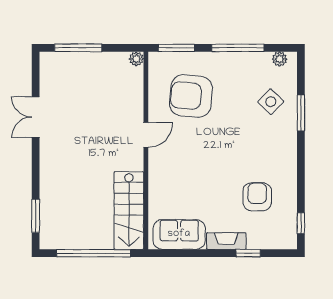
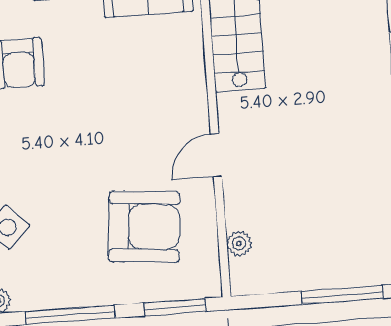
plant: (136, 59) -> (239, 243), moved

